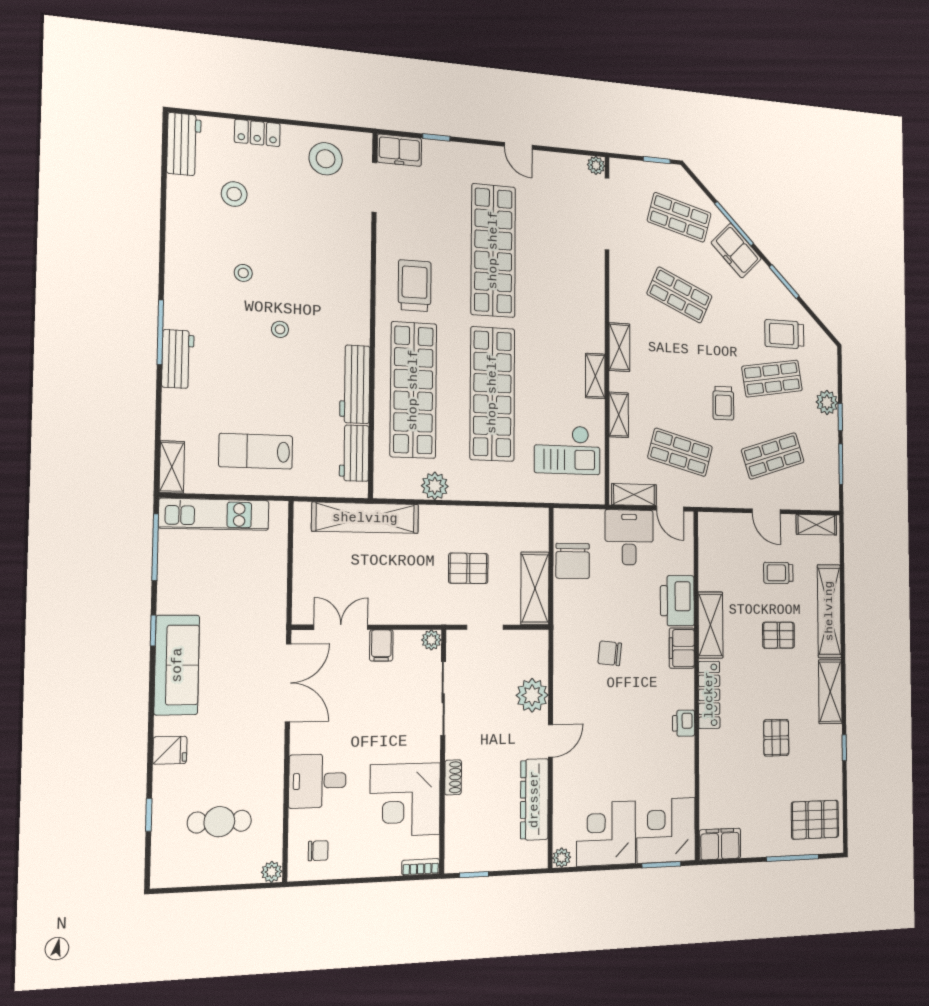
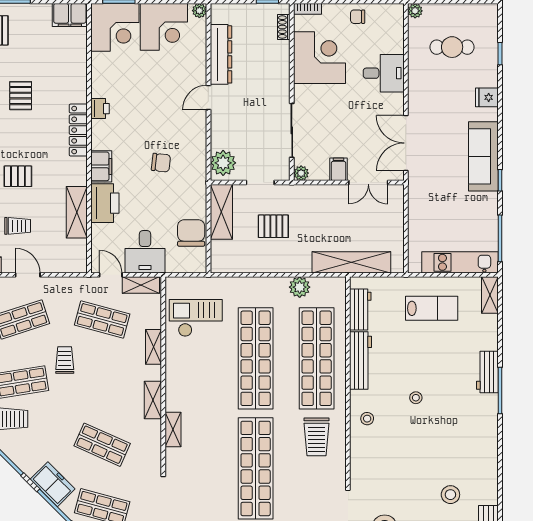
stool: (243, 273) -> (367, 419), moved
shelving: (595, 376) -> (173, 429), moved
shelving: (710, 625) -> (77, 212), moved
plant: (532, 695) -> (223, 163), moved
shoe rack: (453, 777) -> (284, 27), moved
chair: (318, 851) -> (358, 17), moved

